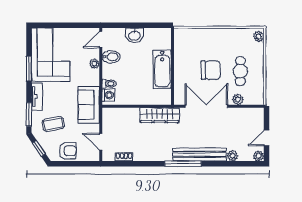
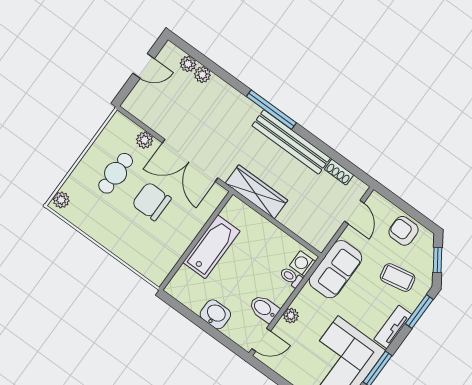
bench: (199, 154) -> (291, 142), moved
plant: (259, 156) -> (188, 64), moved

